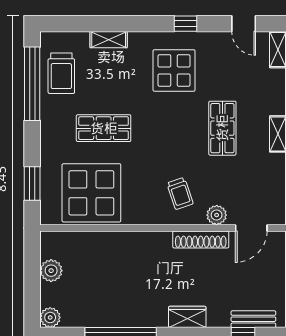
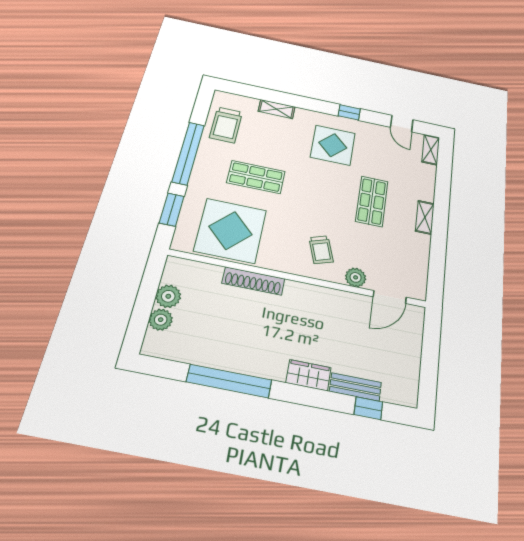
window: (32, 84) -> (188, 153), moved
shoe rack: (201, 239) -> (253, 281), moved
plant: (50, 317) -> (161, 320), moved
bench: (253, 319) -> (355, 387), moved

